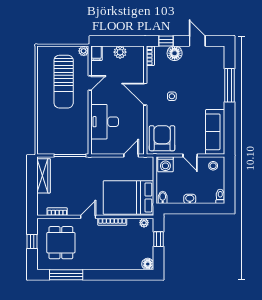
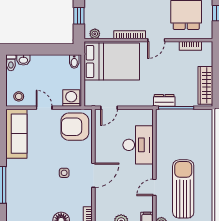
door: (145, 94) -> (93, 175), hinge flipped
armchair: (162, 138) -> (75, 127), turned 90
dresser: (81, 162) -> (164, 100), added
washbasin: (190, 199) -> (23, 60), moved

